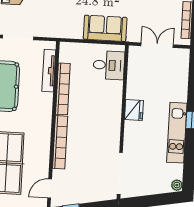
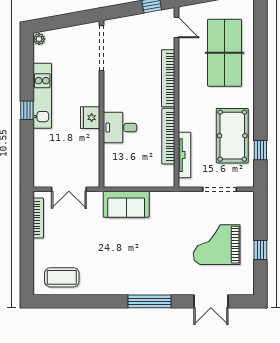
desk: (109, 65) -> (120, 128), moved
door: (50, 189) -> (176, 28), hinge flipped

